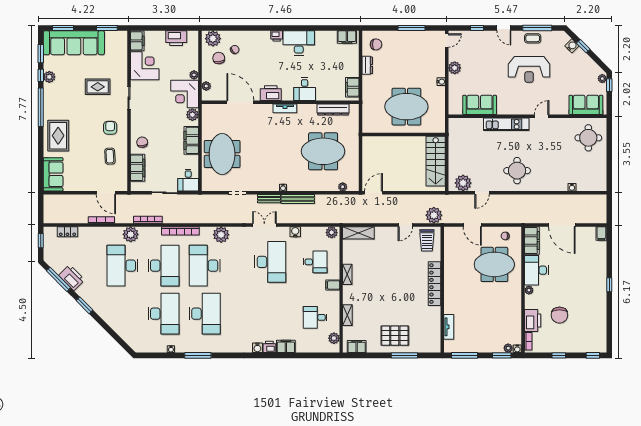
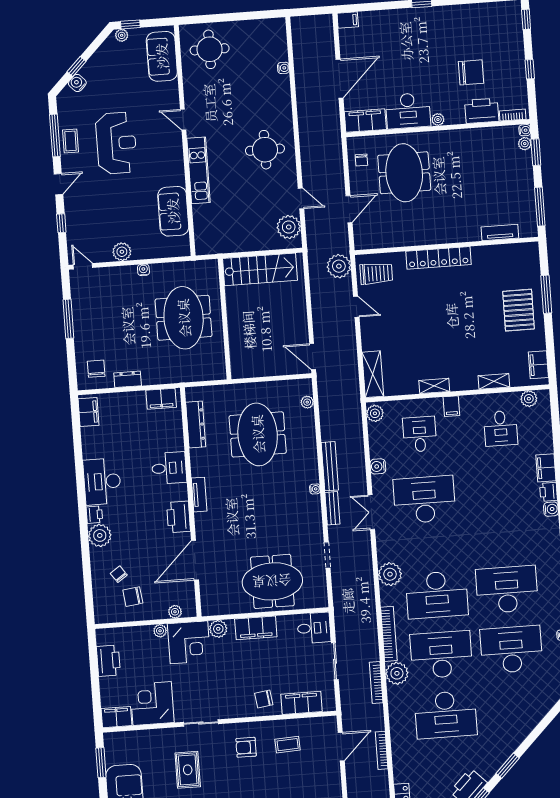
plant: (213, 39) -> (100, 535), moved
plant: (131, 234) -> (397, 673), moved

